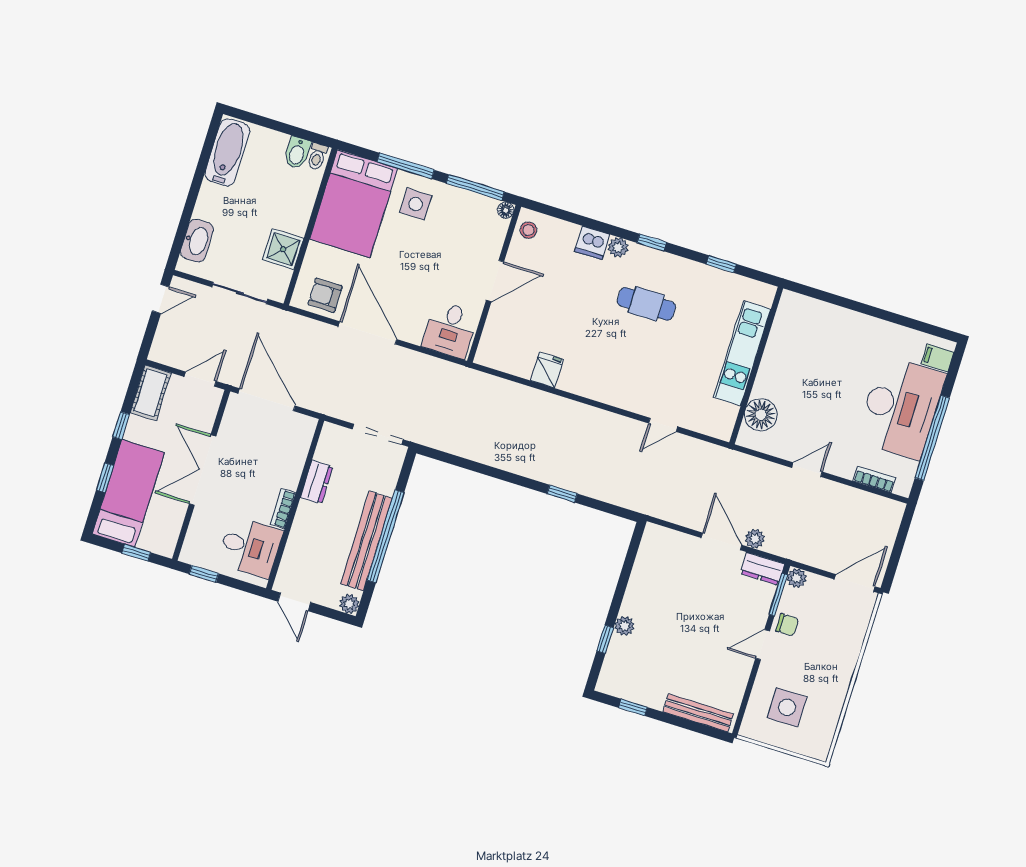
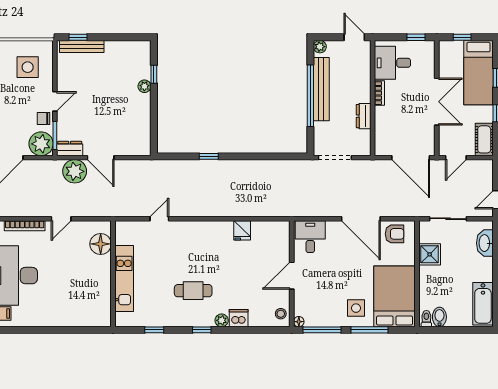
bookcase: (874, 479) -> (25, 226), width x1.56
plant: (755, 539) -> (75, 171), width x1.87, depth x1.87
plant: (797, 578) -> (41, 144), width x1.88, depth x1.88
window: (633, 707) -> (78, 37), moved

